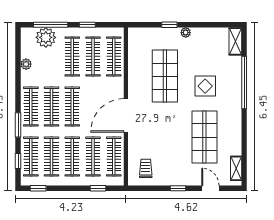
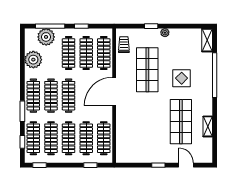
plant: (26, 64) -> (33, 60), width x1.88, depth x1.88
door: (126, 115) -> (114, 91), moved
trolley: (146, 168) -> (124, 45), moved
shelving: (236, 168) -> (208, 126), moved

